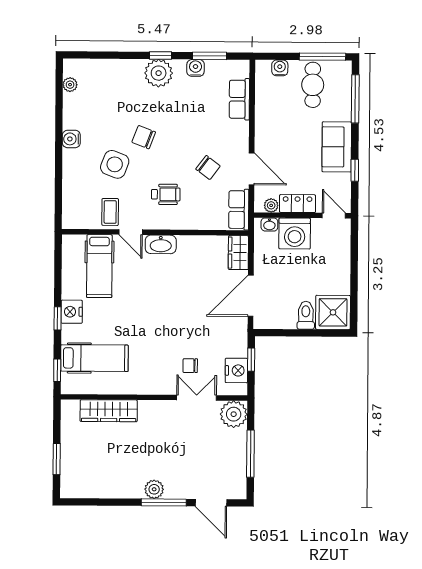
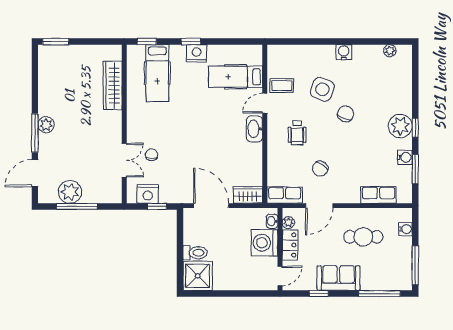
cafe table: (313, 85) -> (363, 237), moved
plant: (234, 414) -> (70, 192), moved
window: (57, 459) -> (56, 41), moved

